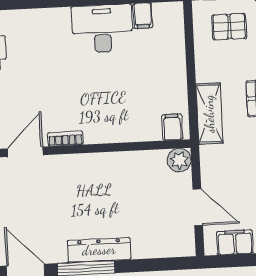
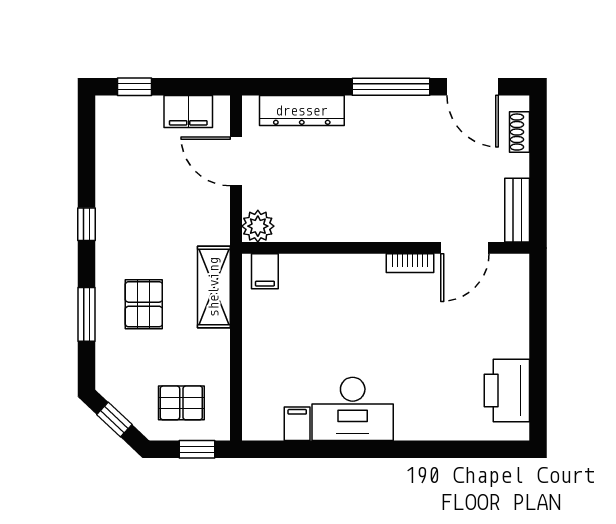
dresser: (99, 250) -> (302, 111), moved

